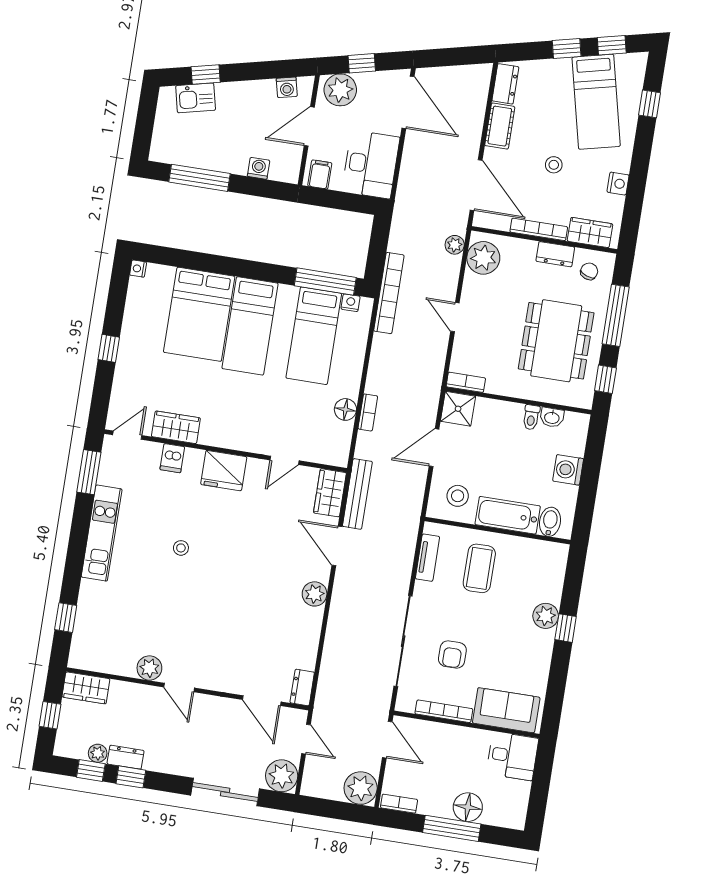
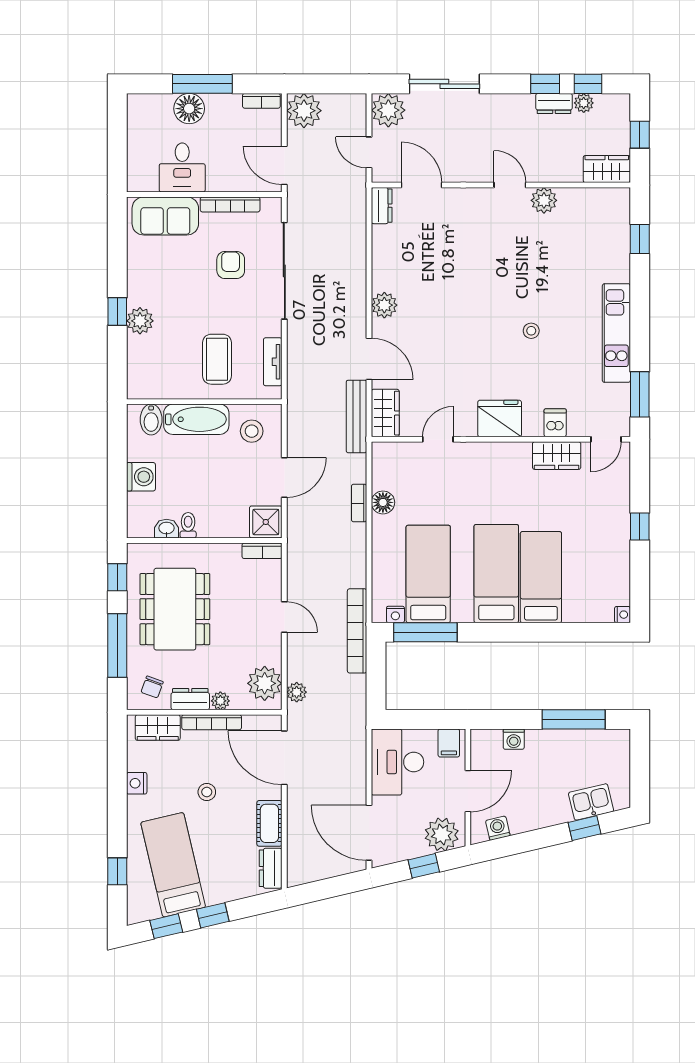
plant: (527, 248) -> (220, 701), added
bed: (199, 314) -> (541, 577), width x0.67
desk: (512, 756) -> (182, 167), moved, turned -90

